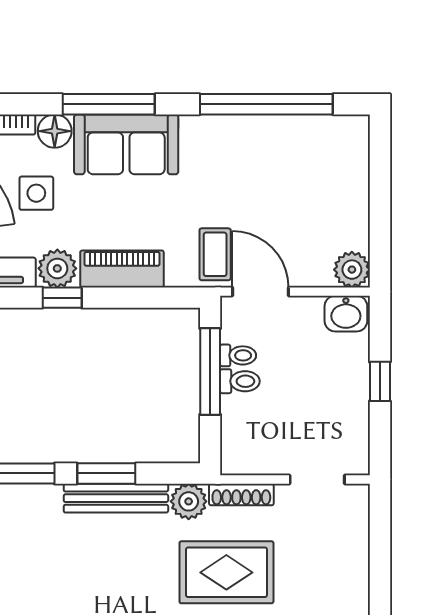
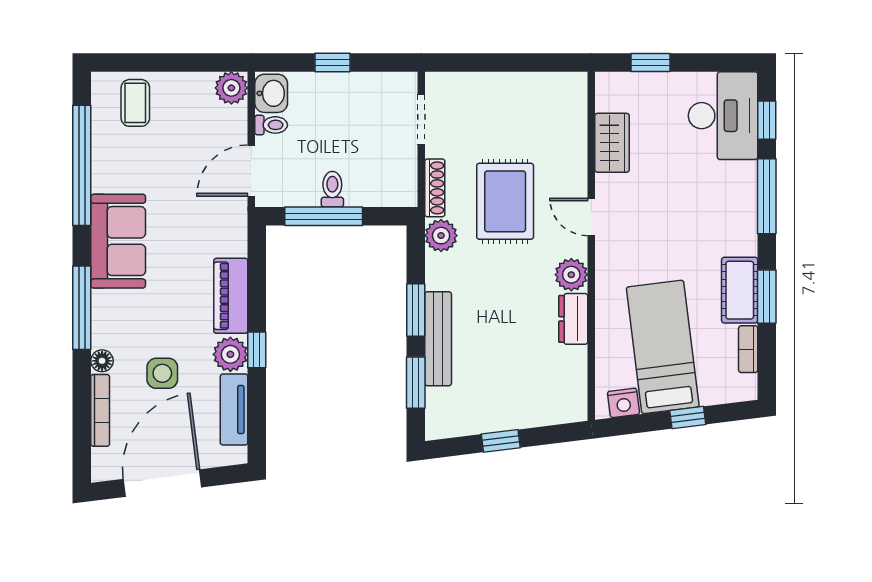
floor lamp: (55, 131) -> (102, 361), width x0.73, depth x0.73
sofa: (126, 144) -> (118, 241), moved
coffee table: (215, 254) -> (135, 103), moved, turned 90
toilet: (238, 355) -> (271, 125), moved, turned 90
bench: (116, 498) -> (438, 339), moved

